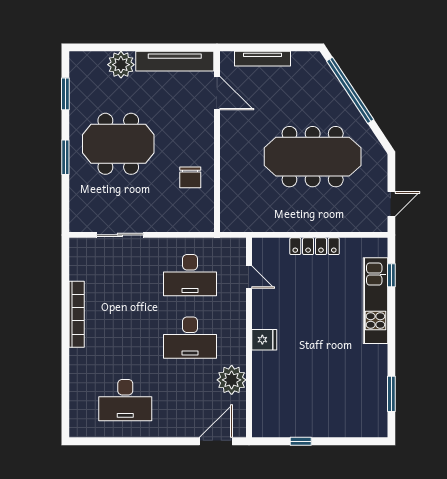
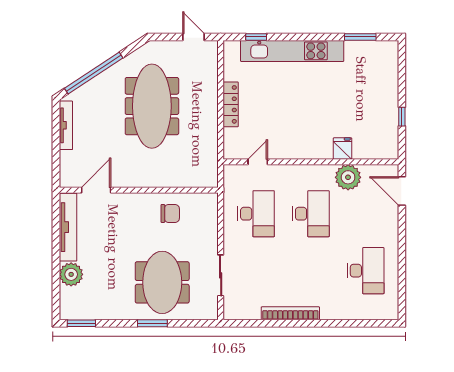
tv unit: (262, 59) -> (66, 125), moved
window: (65, 94) -> (81, 323), moved
meeting table: (118, 144) -> (162, 282), moved
kitchen unit: (375, 301) -> (292, 51), width x1.36
fridge: (264, 340) -> (343, 149), moved

